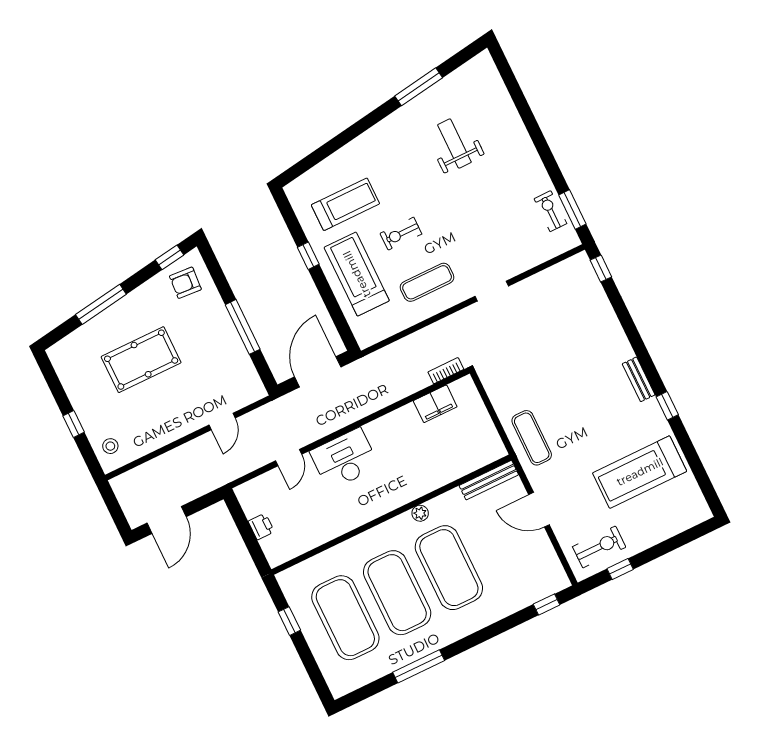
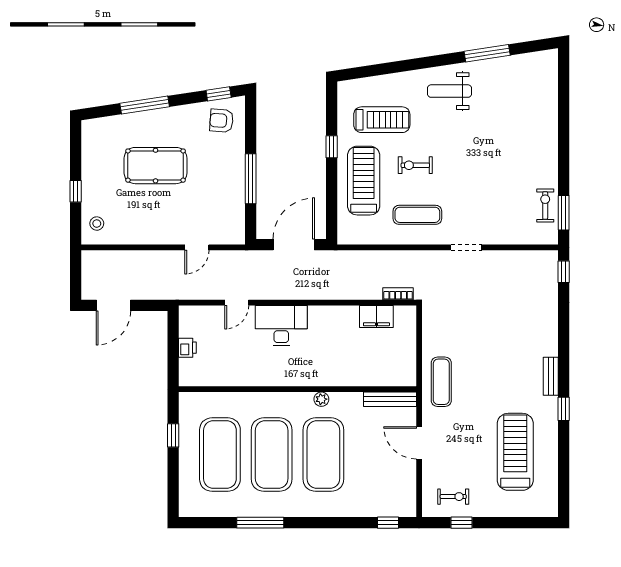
weight bench: (454, 144) -> (450, 91), moved, turned -90
treadmill: (640, 472) -> (515, 452), turned 90
exercise bike: (599, 547) -> (453, 497), width x0.73, depth x0.72

